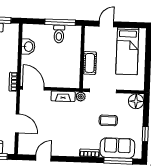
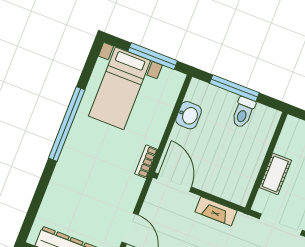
window: (60, 22) -> (234, 88), moved
plant: (81, 97) -> (243, 221), removed

